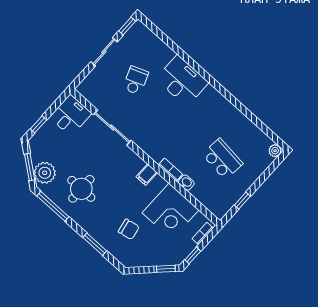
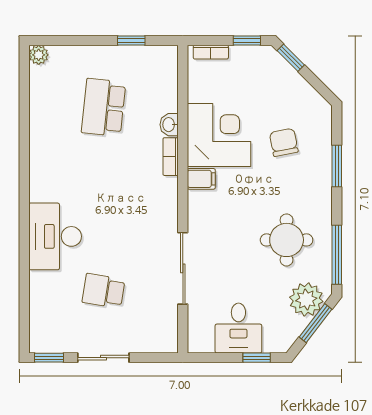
school desk: (136, 80) -> (103, 291), turned 30
desk: (70, 115) -> (238, 328), moved, turned -90
corner desk: (171, 211) -> (219, 135), moved

